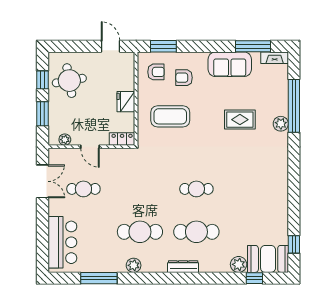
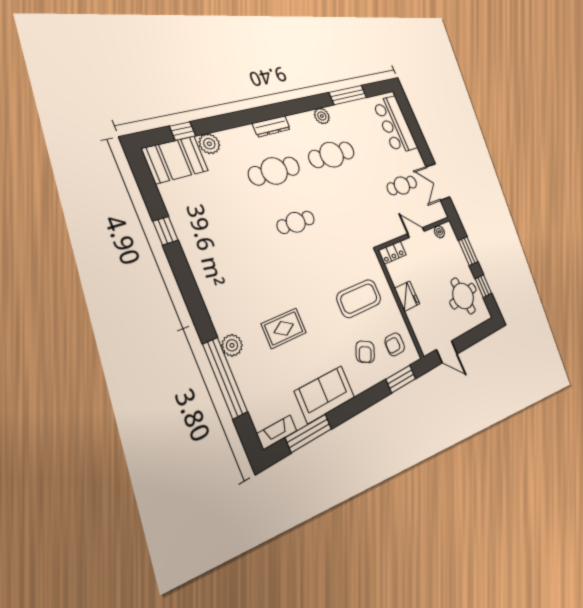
armchair: (184, 78) -> (365, 352), turned 117
window: (294, 244) -> (166, 231), moved

